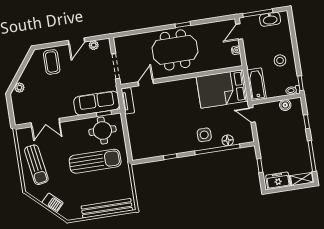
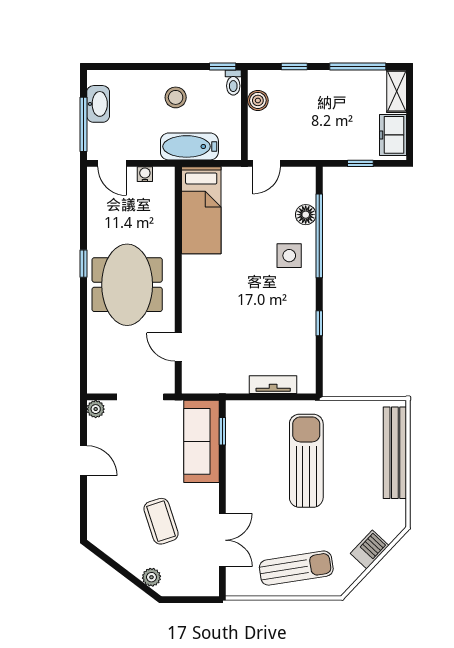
plant: (94, 45) -> (96, 409), moved
coffee table: (52, 62) -> (161, 521), moved, turned 72
bathtub: (257, 84) -> (189, 146), moved
bed: (222, 89) -> (201, 210), width x0.67
tv unit: (128, 101) -> (273, 385), moved
round table: (102, 131) -> (253, 439), removed

